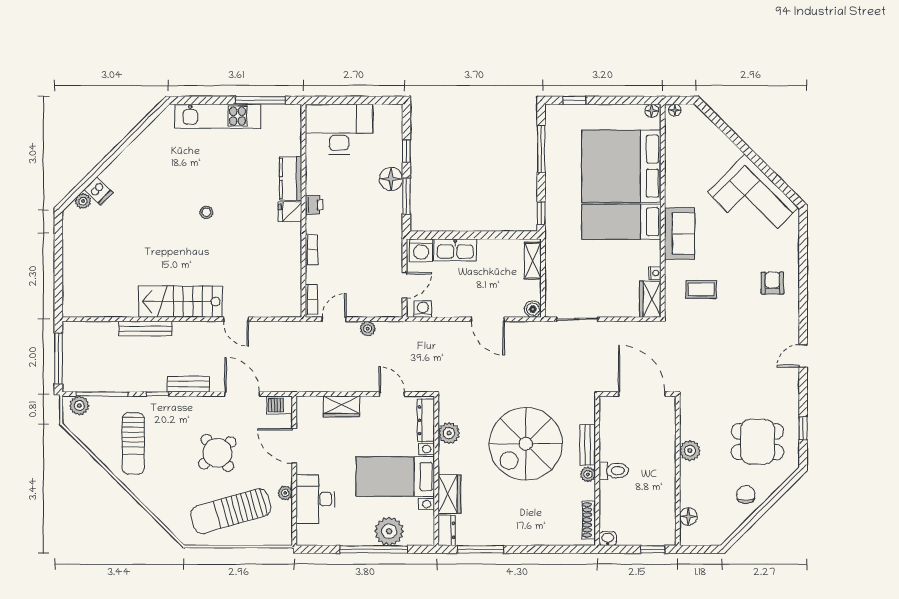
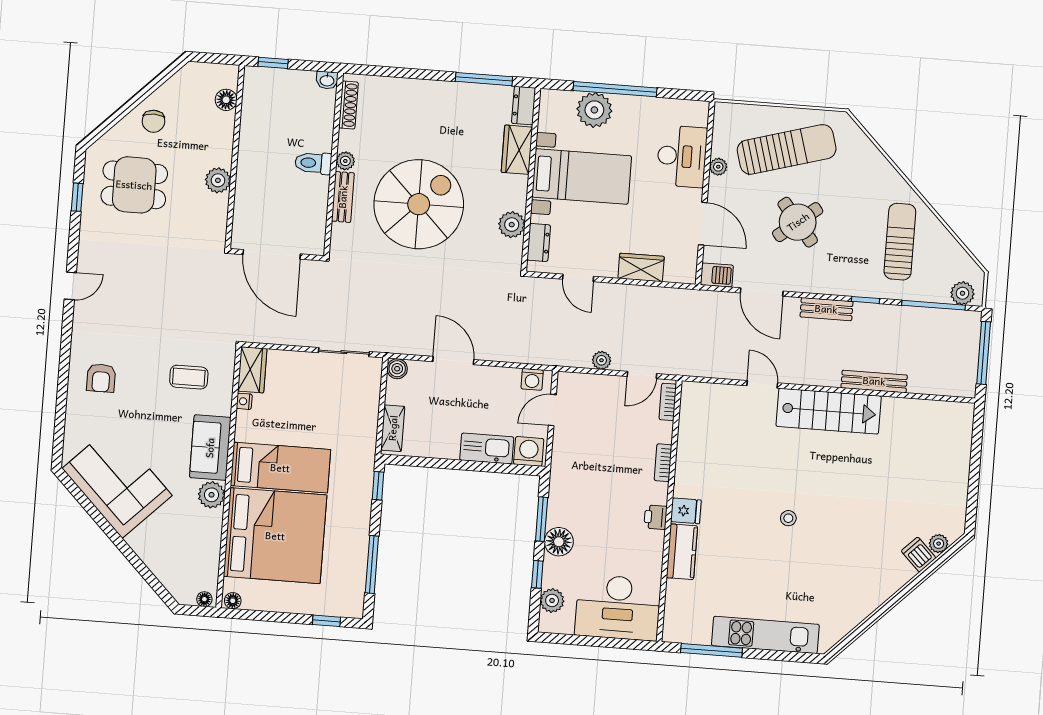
plant: (393, 131) -> (552, 601), added
plant: (676, 195) -> (212, 495), added
dresser: (426, 420) -> (539, 242), width x0.70

